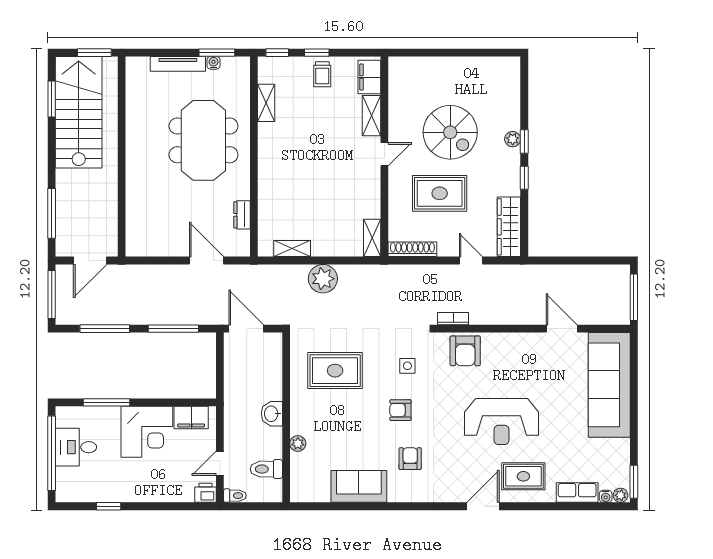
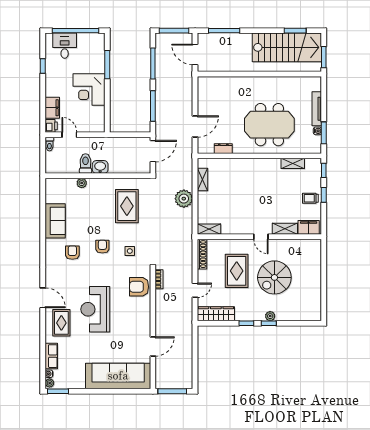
filing cabinet: (191, 417) -> (52, 108), moved, turned 180
desk: (76, 447) -> (65, 46), moved
armchair: (410, 459) -> (72, 253), turned -90
toilet: (266, 469) -> (86, 164), moved

